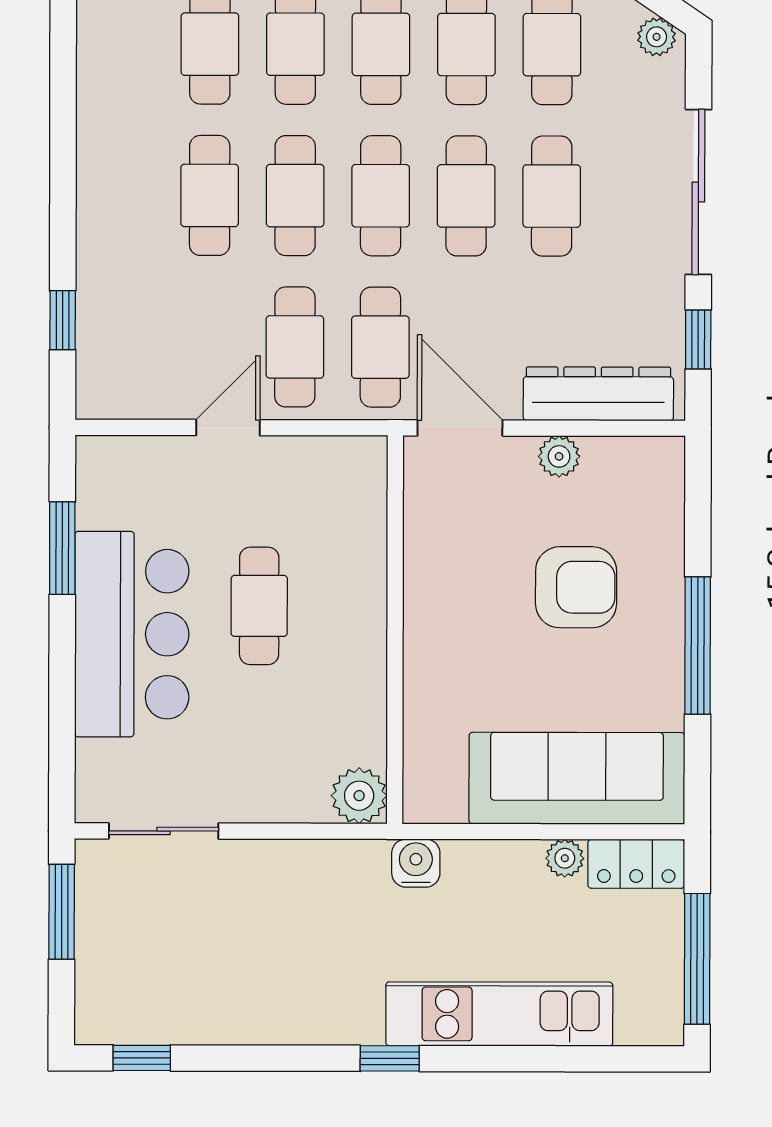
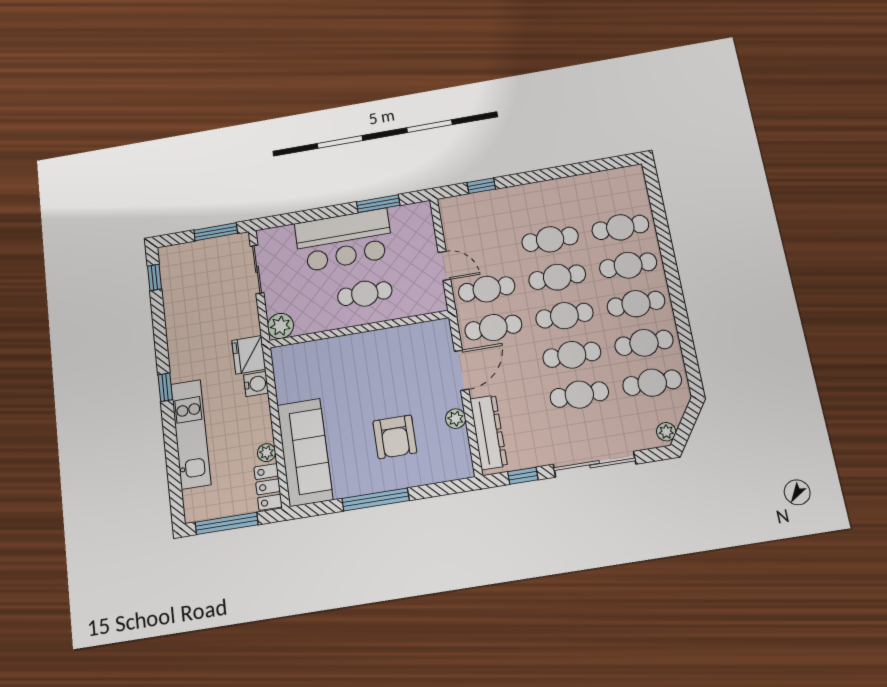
wall: (395, 630) -> (359, 329), moved
plant: (359, 796) -> (280, 326), moved
fridge: (350, 871) -> (249, 355), added

